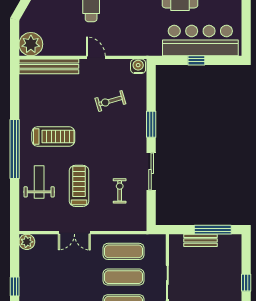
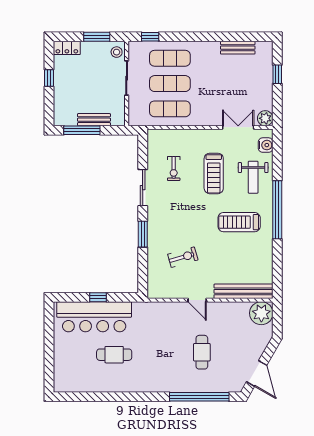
water cooler: (138, 66) -> (266, 145), moved, turned -90
double door: (74, 233) -> (238, 127), moved

